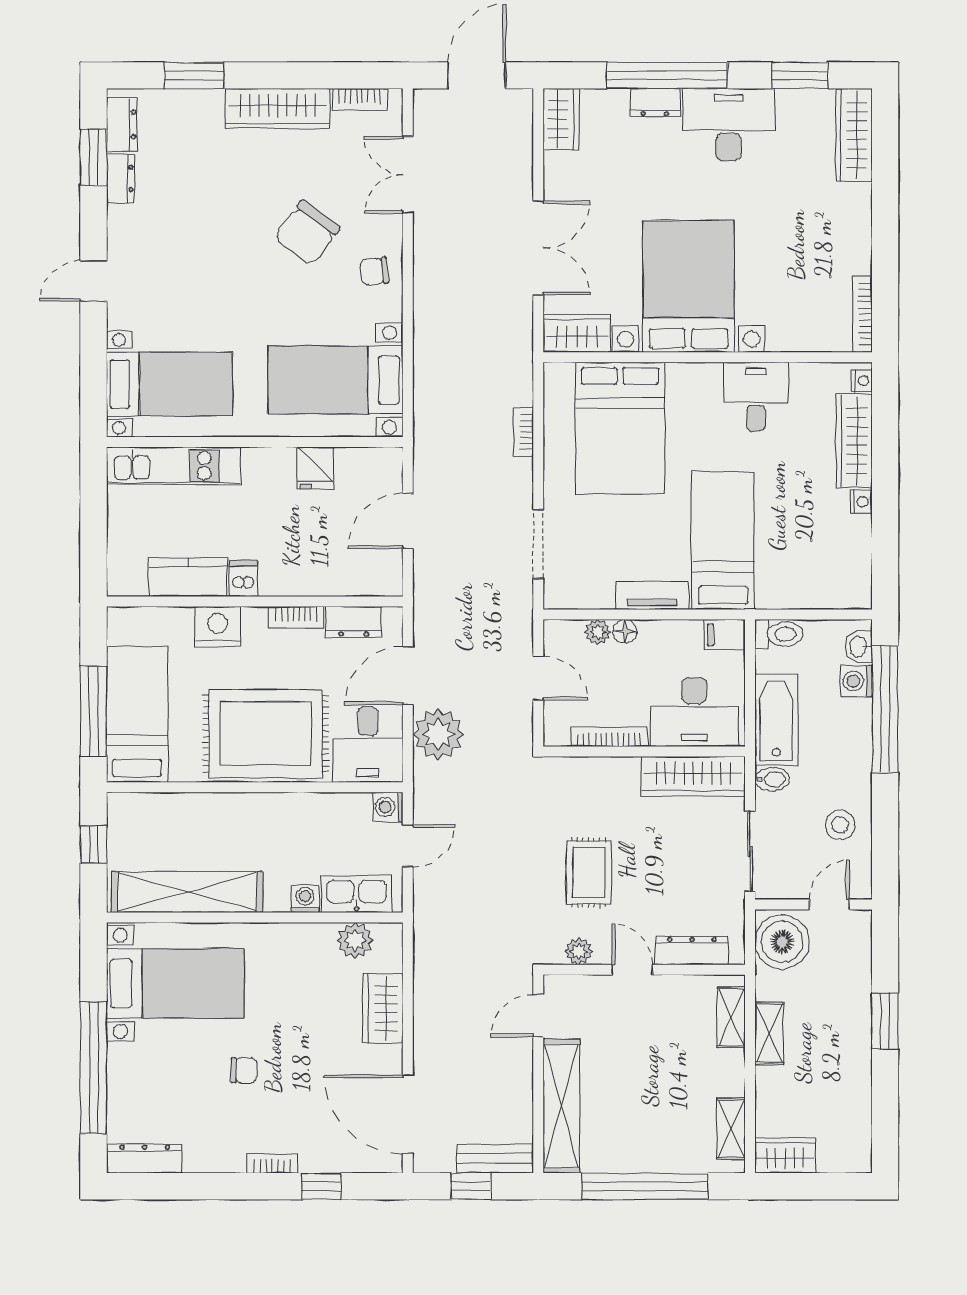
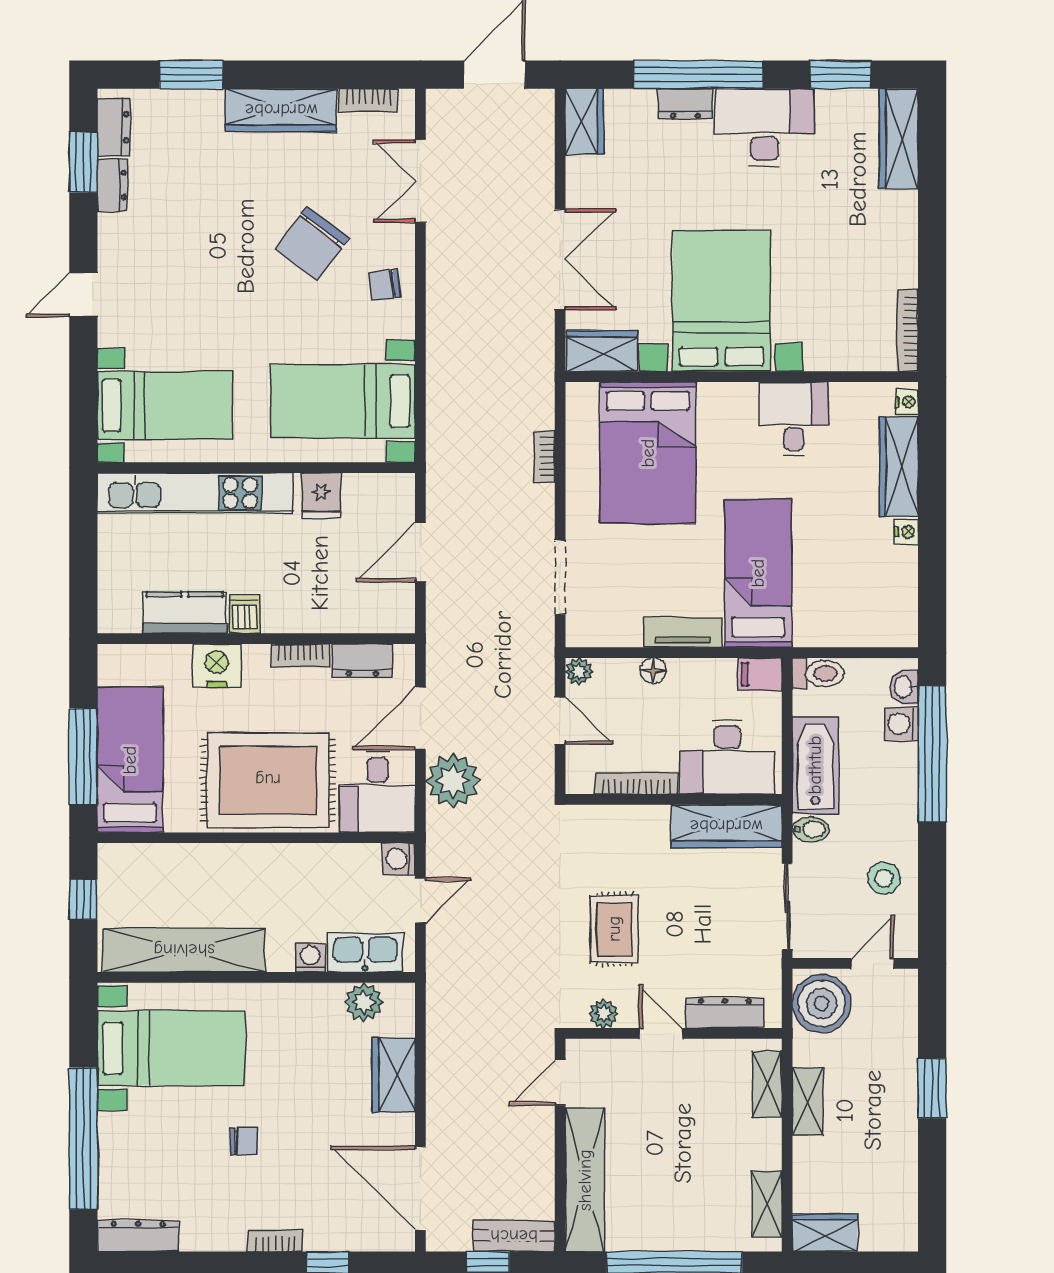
kitchen unit: (173, 466) -> (195, 493), width x1.36
plant: (598, 632) -> (579, 671), moved

